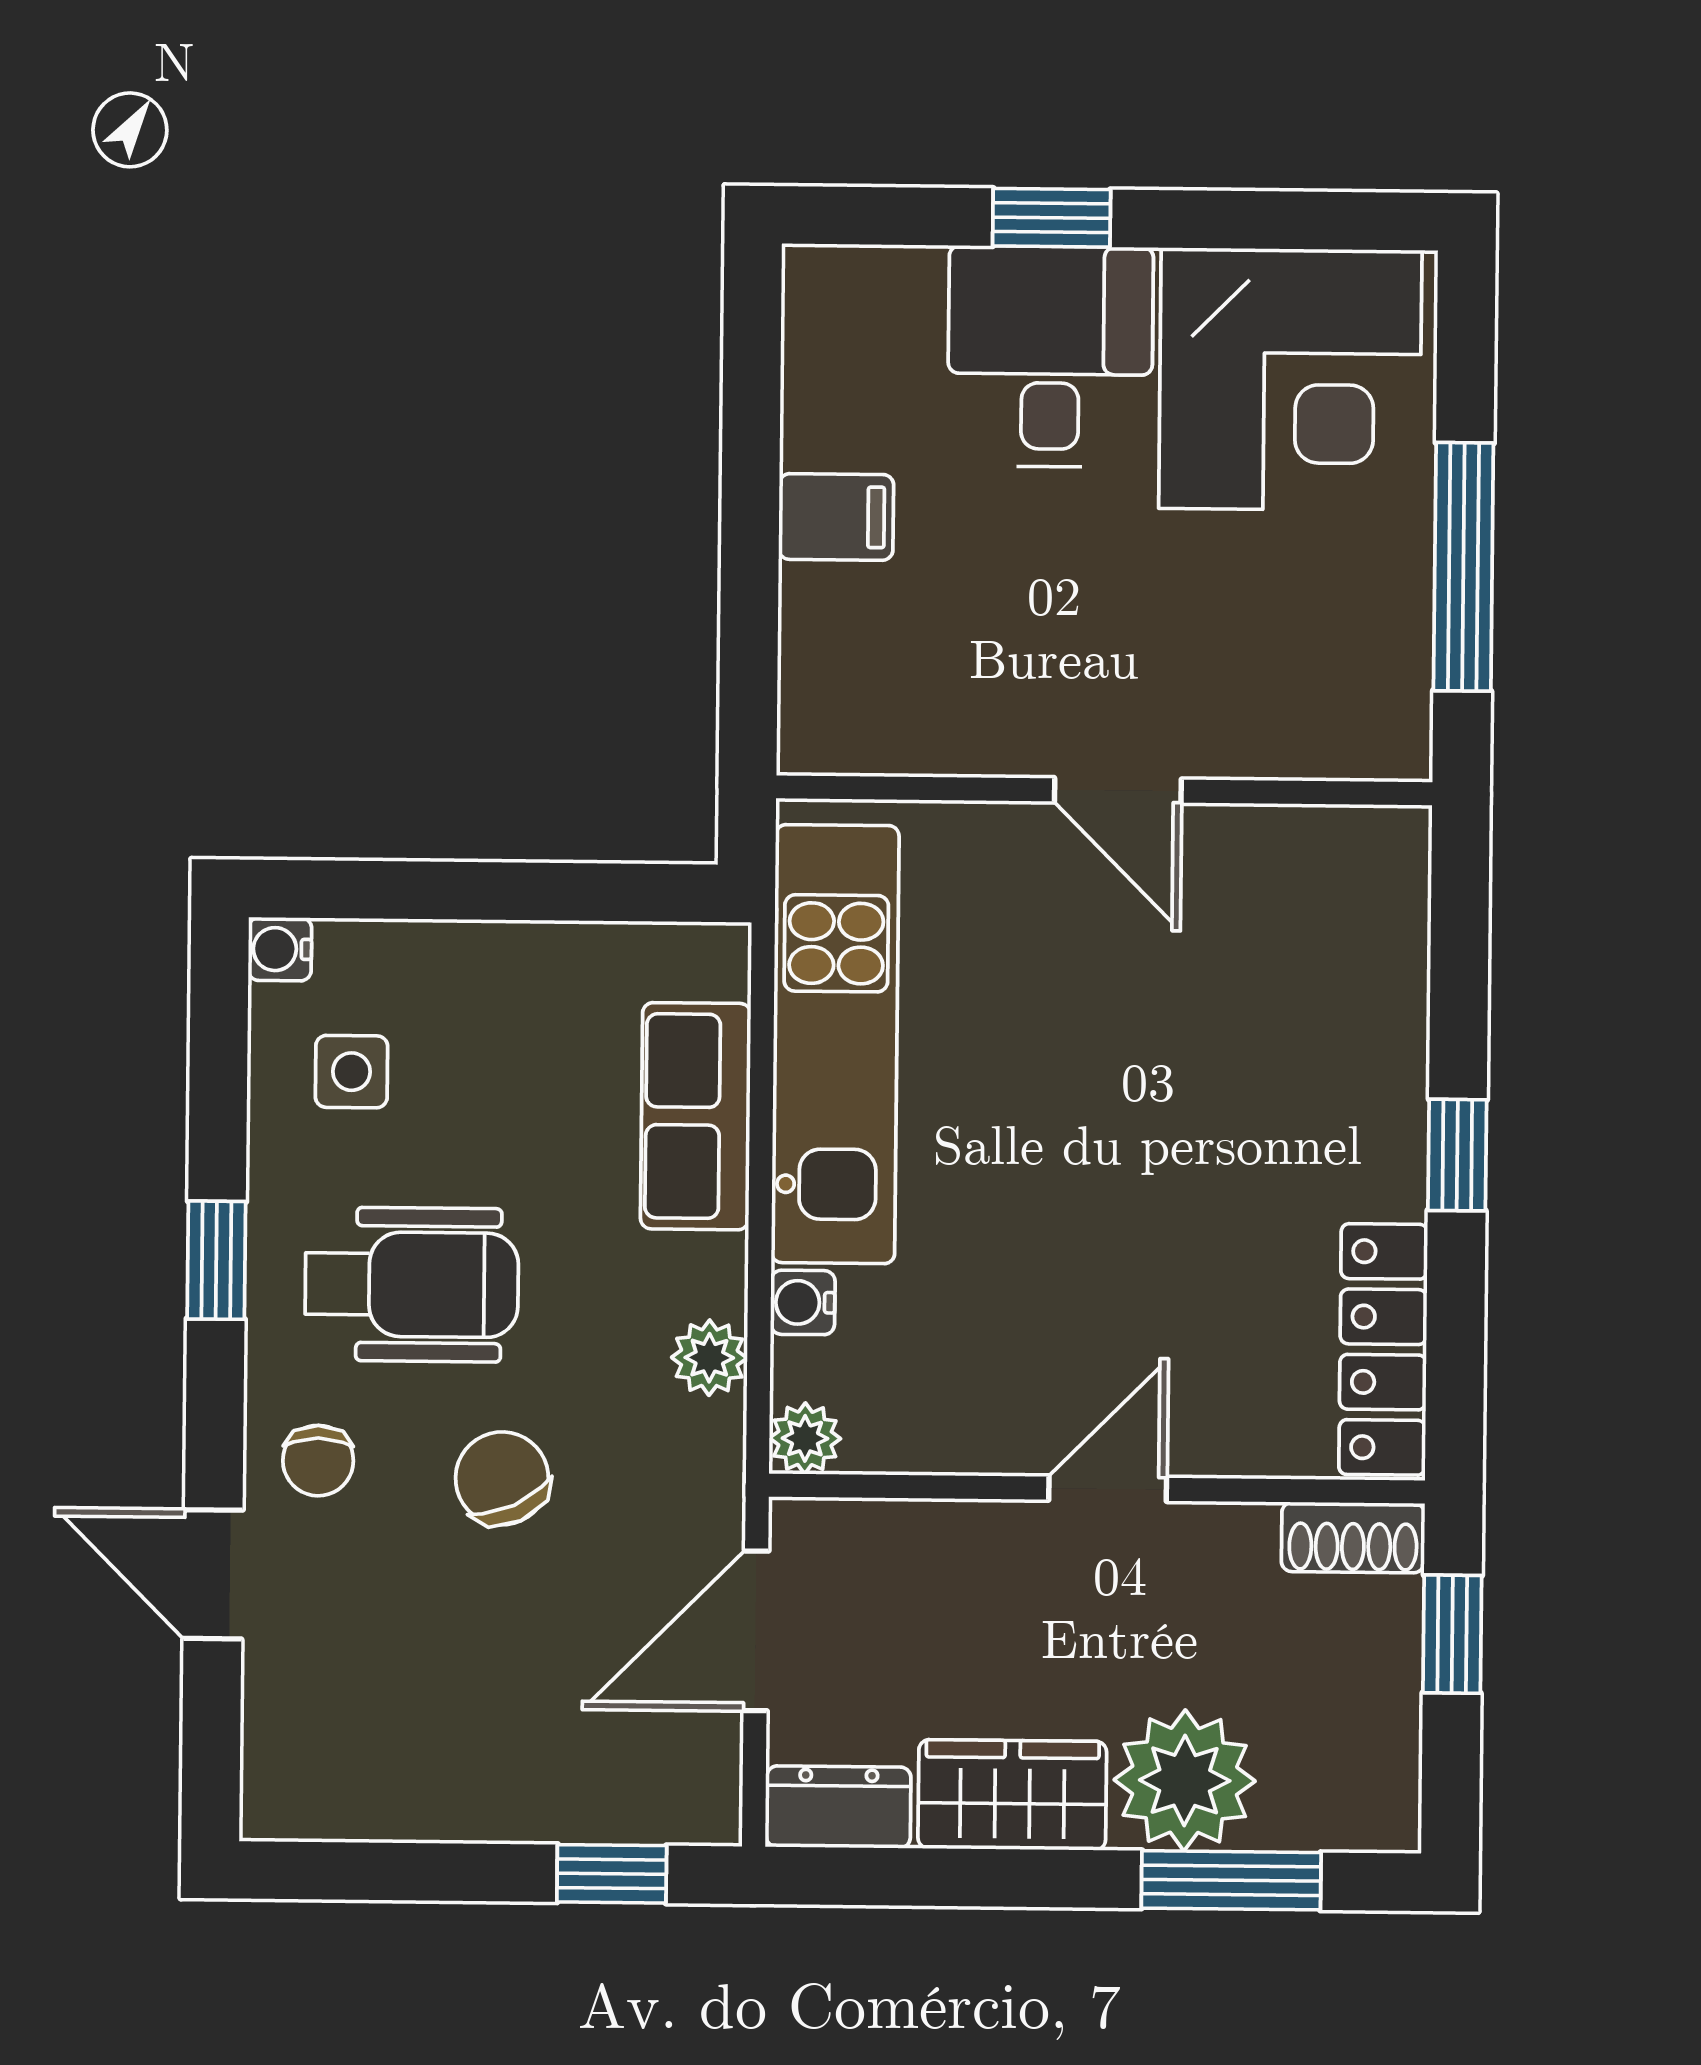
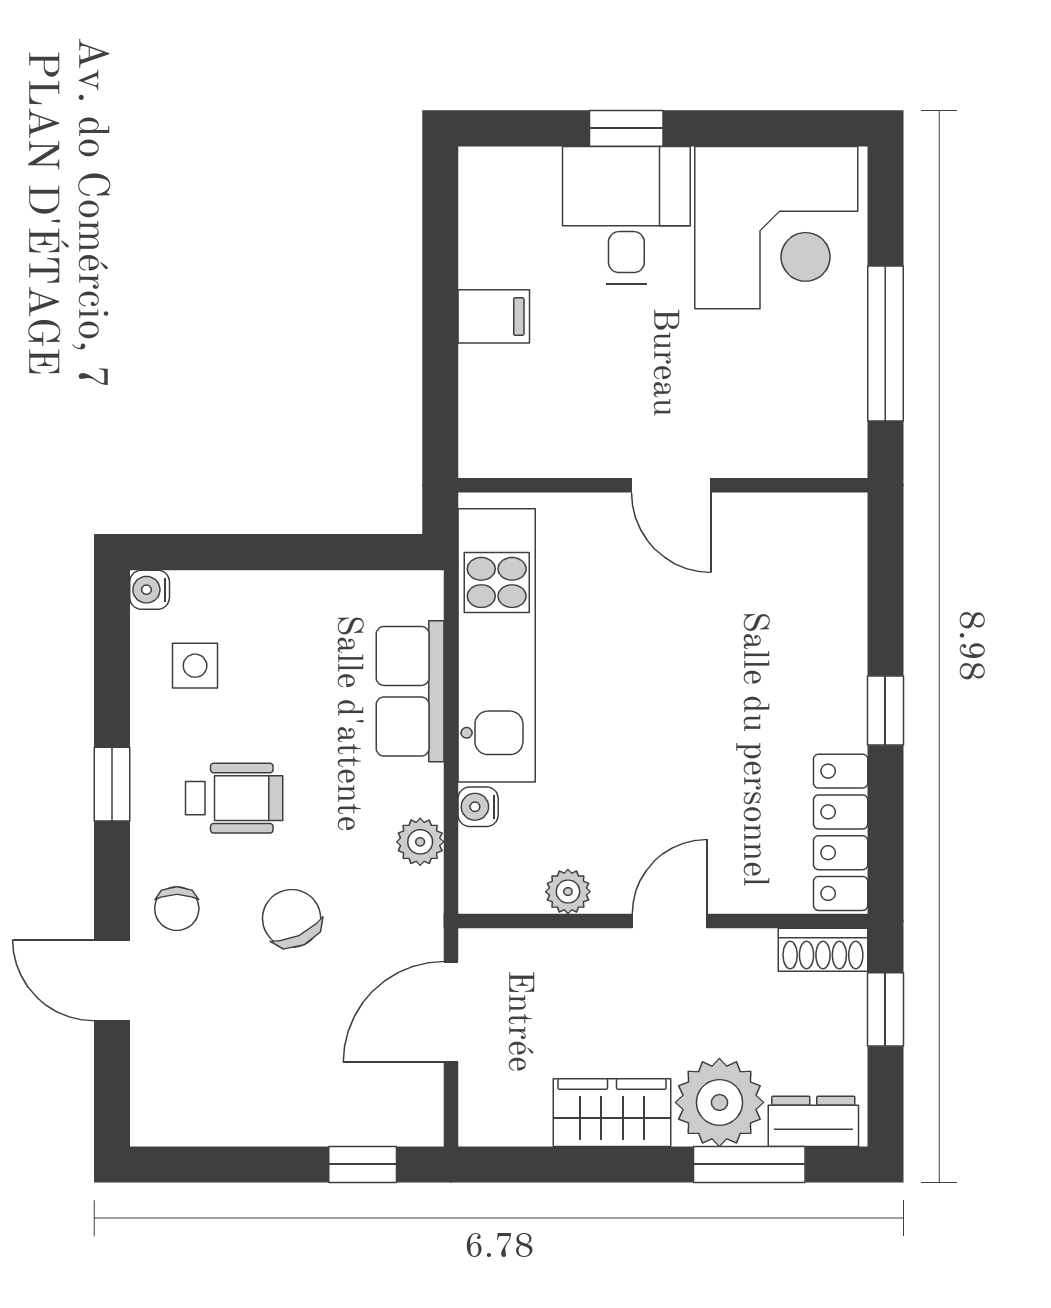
wheelchair: (412, 1285) -> (234, 798), width x0.73, depth x0.73
plant: (805, 1438) -> (568, 892), moved
dresser: (839, 1807) -> (813, 1121), moved

